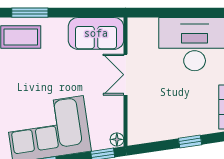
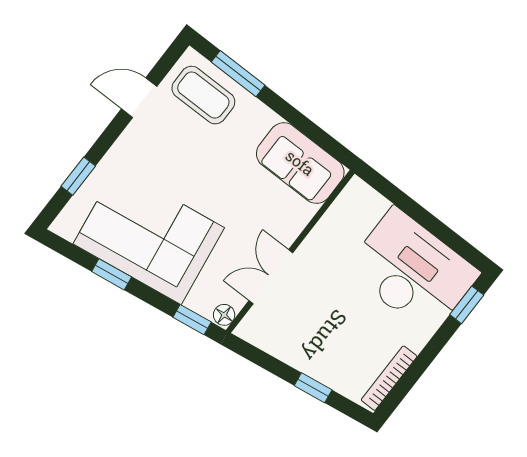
double door: (126, 75) -> (271, 277), moved

